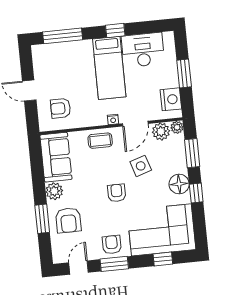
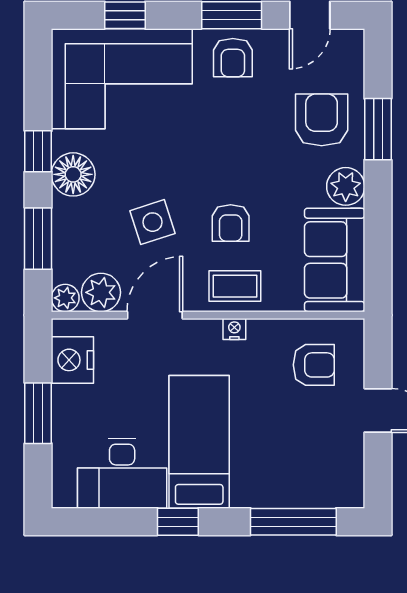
nightstand: (113, 119) -> (234, 329), moved
armchair: (117, 193) -> (231, 223), moved

